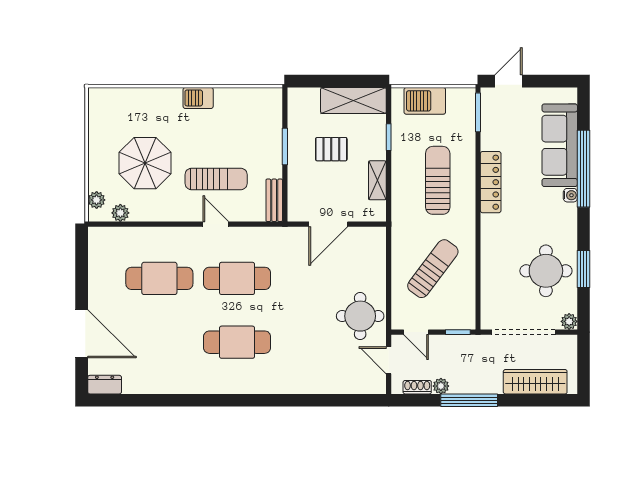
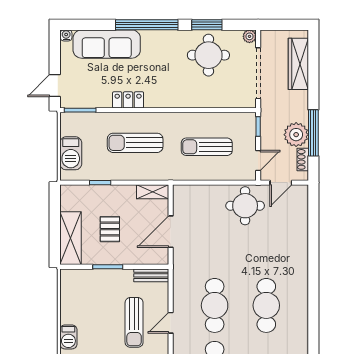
door: (508, 81) -> (55, 86), hinge flipped
shelving: (353, 101) -> (70, 238), moved
window: (584, 169) -> (147, 25), moved
sun lounger: (216, 179) -> (134, 322), turned 180
shelving: (377, 180) -> (153, 192), moved
locker: (491, 182) -> (128, 100), width x0.66
water cooler: (570, 195) -> (66, 35), moved
door: (328, 224) -> (171, 232), swing flipped
sun lounger: (433, 269) -> (207, 147), turned -37
plant: (441, 386) -> (296, 135), width x1.87, depth x1.87
window: (469, 400) -> (313, 133), moved

